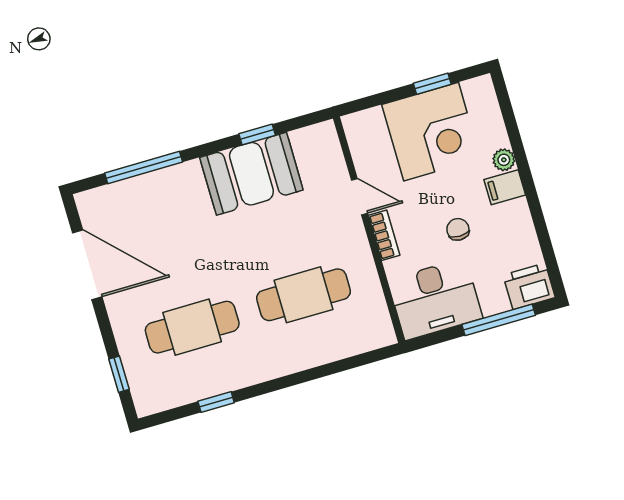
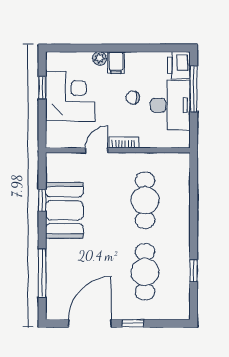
desk: (435, 299) -> (170, 105), moved
window: (119, 374) -> (133, 323), moved

